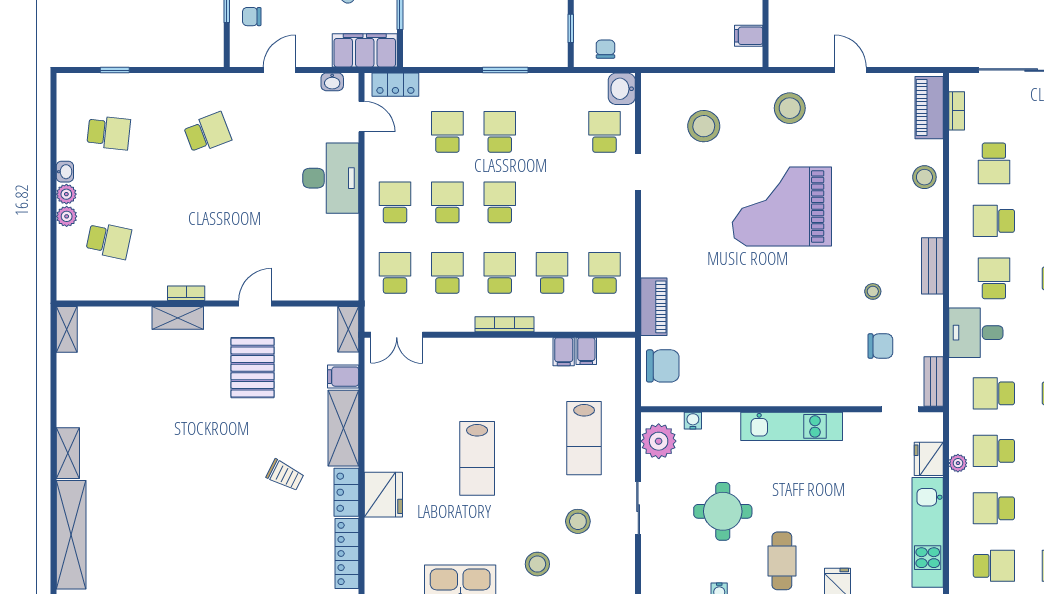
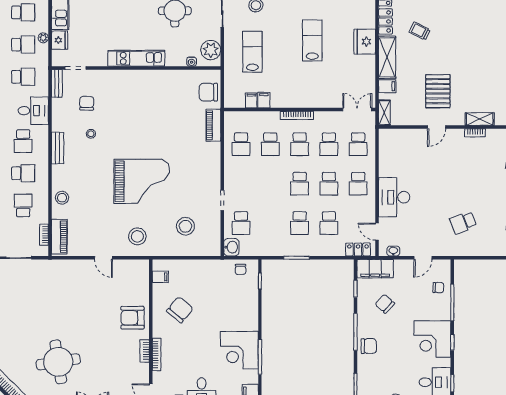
chair: (880, 346) -> (87, 103), turned 90
fridge: (383, 495) -> (365, 42), moved

